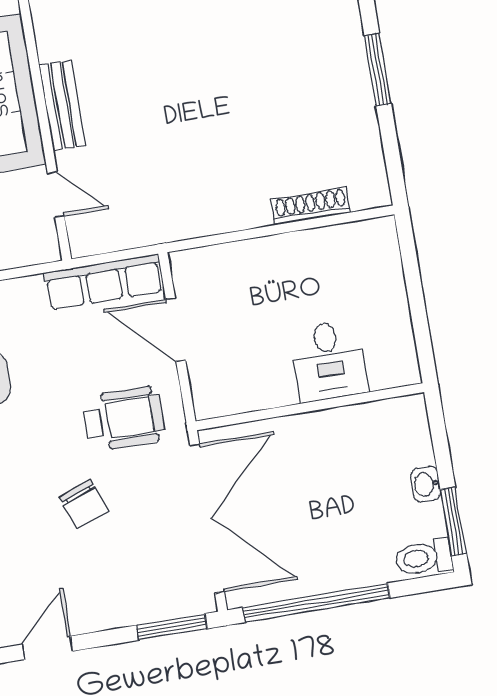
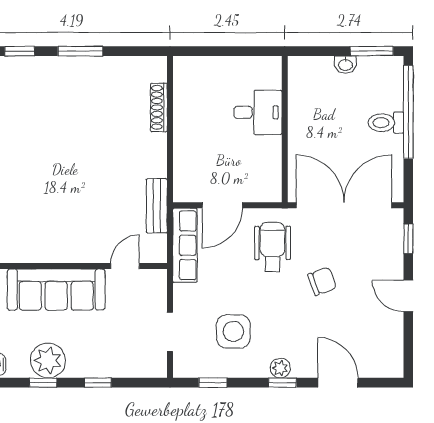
bench: (62, 105) -> (157, 206), moved, turned 90
toilet: (424, 557) -> (386, 123), moved, turned 90
window: (316, 603) -> (408, 112), moved
window: (172, 627) -> (408, 239), width x0.67
door: (47, 648) -> (408, 296), moved

